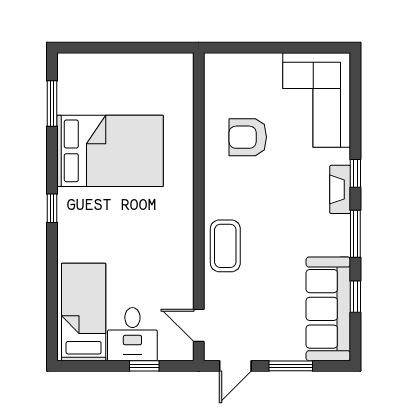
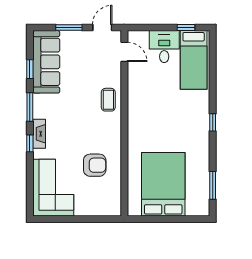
bed: (110, 151) -> (163, 184), moved, turned 90
coffee table: (225, 246) -> (108, 100), width x0.73, depth x0.77
window: (144, 366) -> (186, 28), moved

